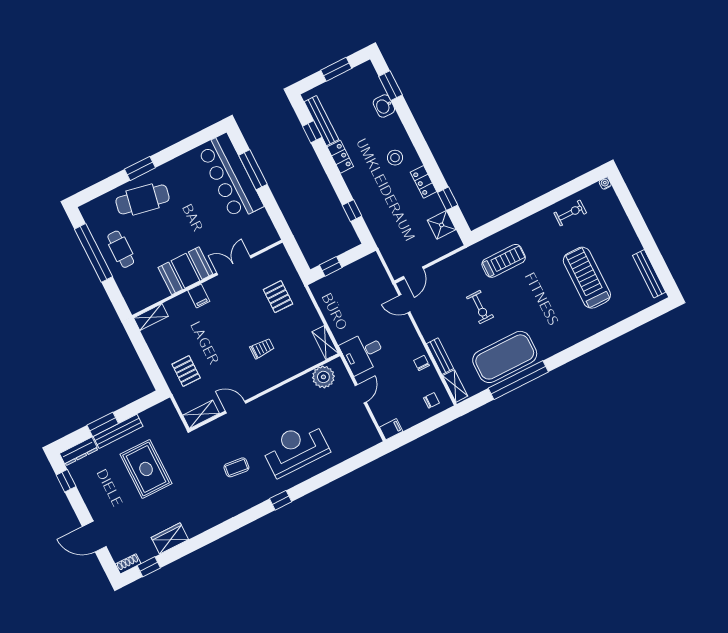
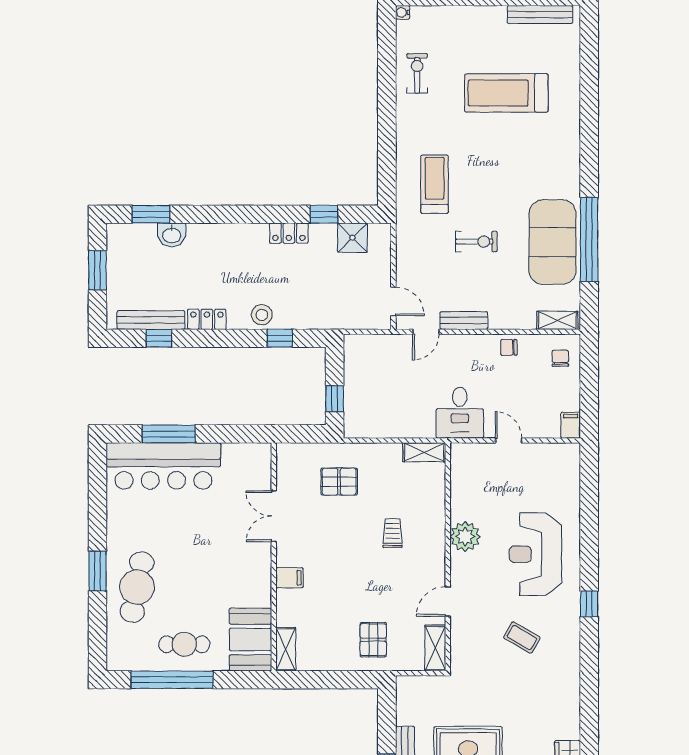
stool: (395, 158) -> (262, 315), moved
booth: (185, 271) -> (250, 640), moved
bench: (440, 356) -> (464, 320), moved
pallet: (186, 371) -> (373, 640), turned 90
plant: (323, 377) -> (465, 537), moved
coffee table: (236, 467) -> (522, 638), turned -66

